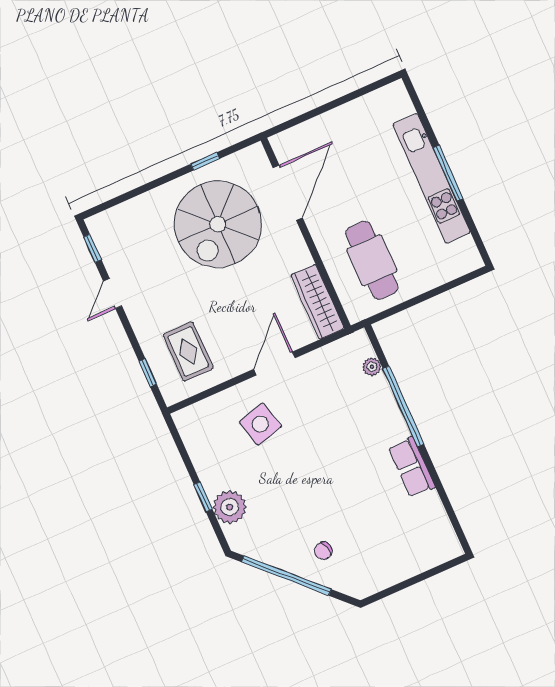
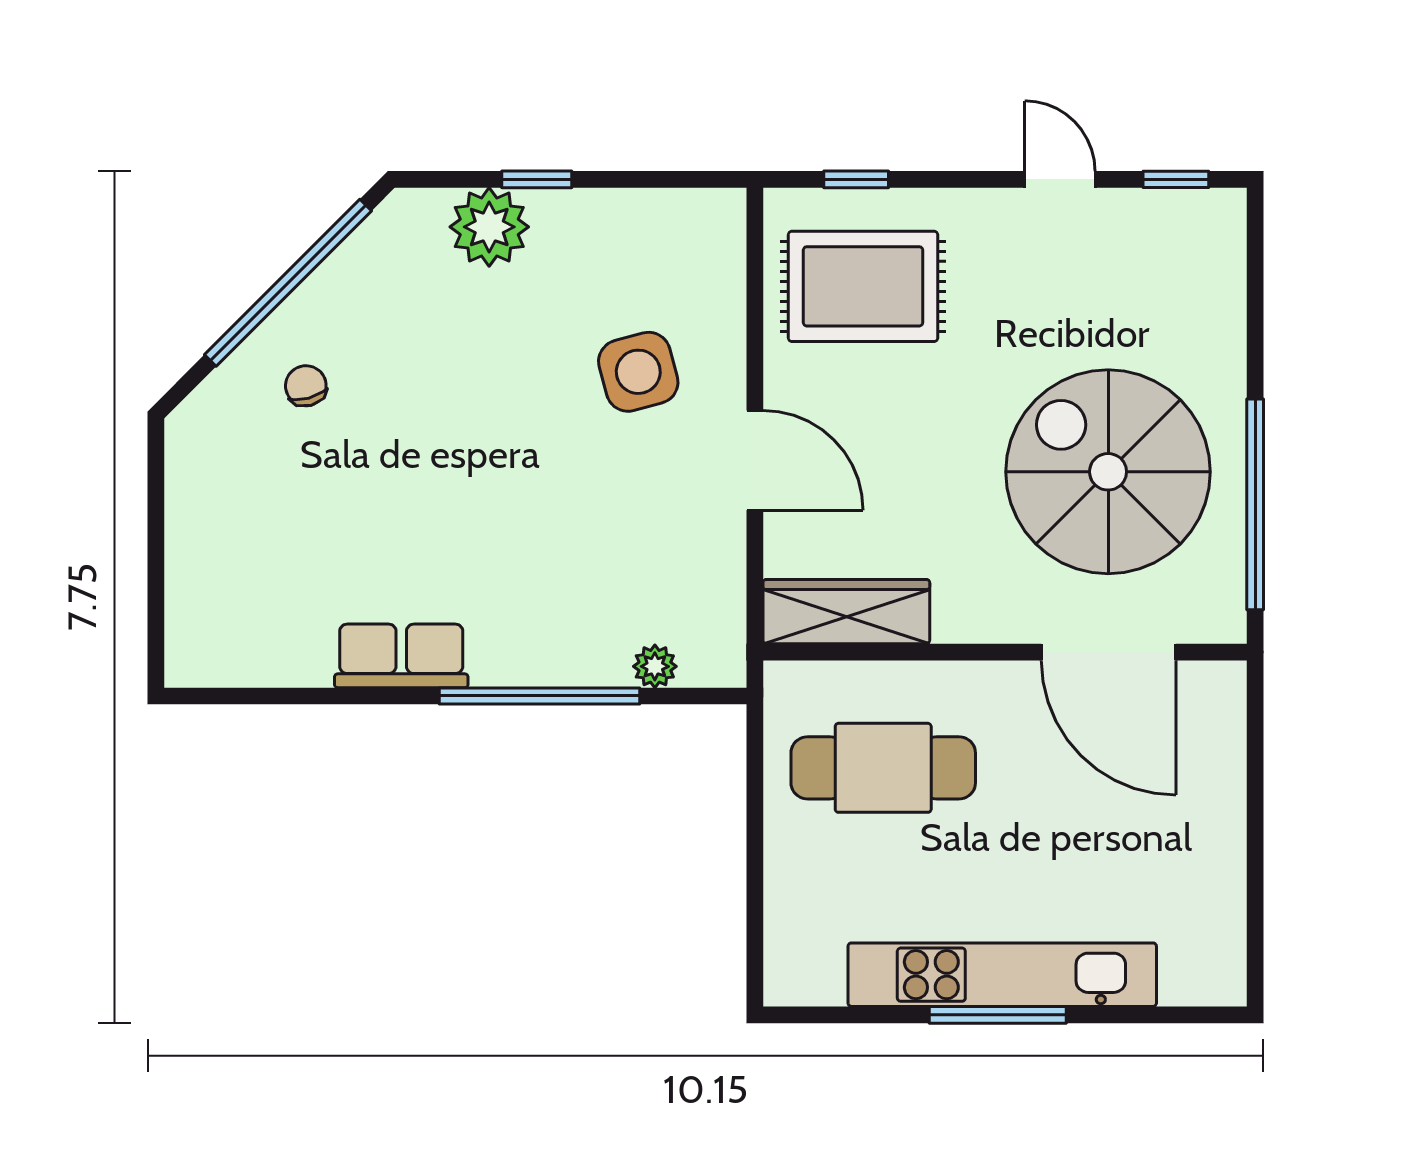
window: (205, 161) -> (1255, 504), width x3.17
rug: (188, 352) -> (863, 286), width x1.36, depth x1.43

